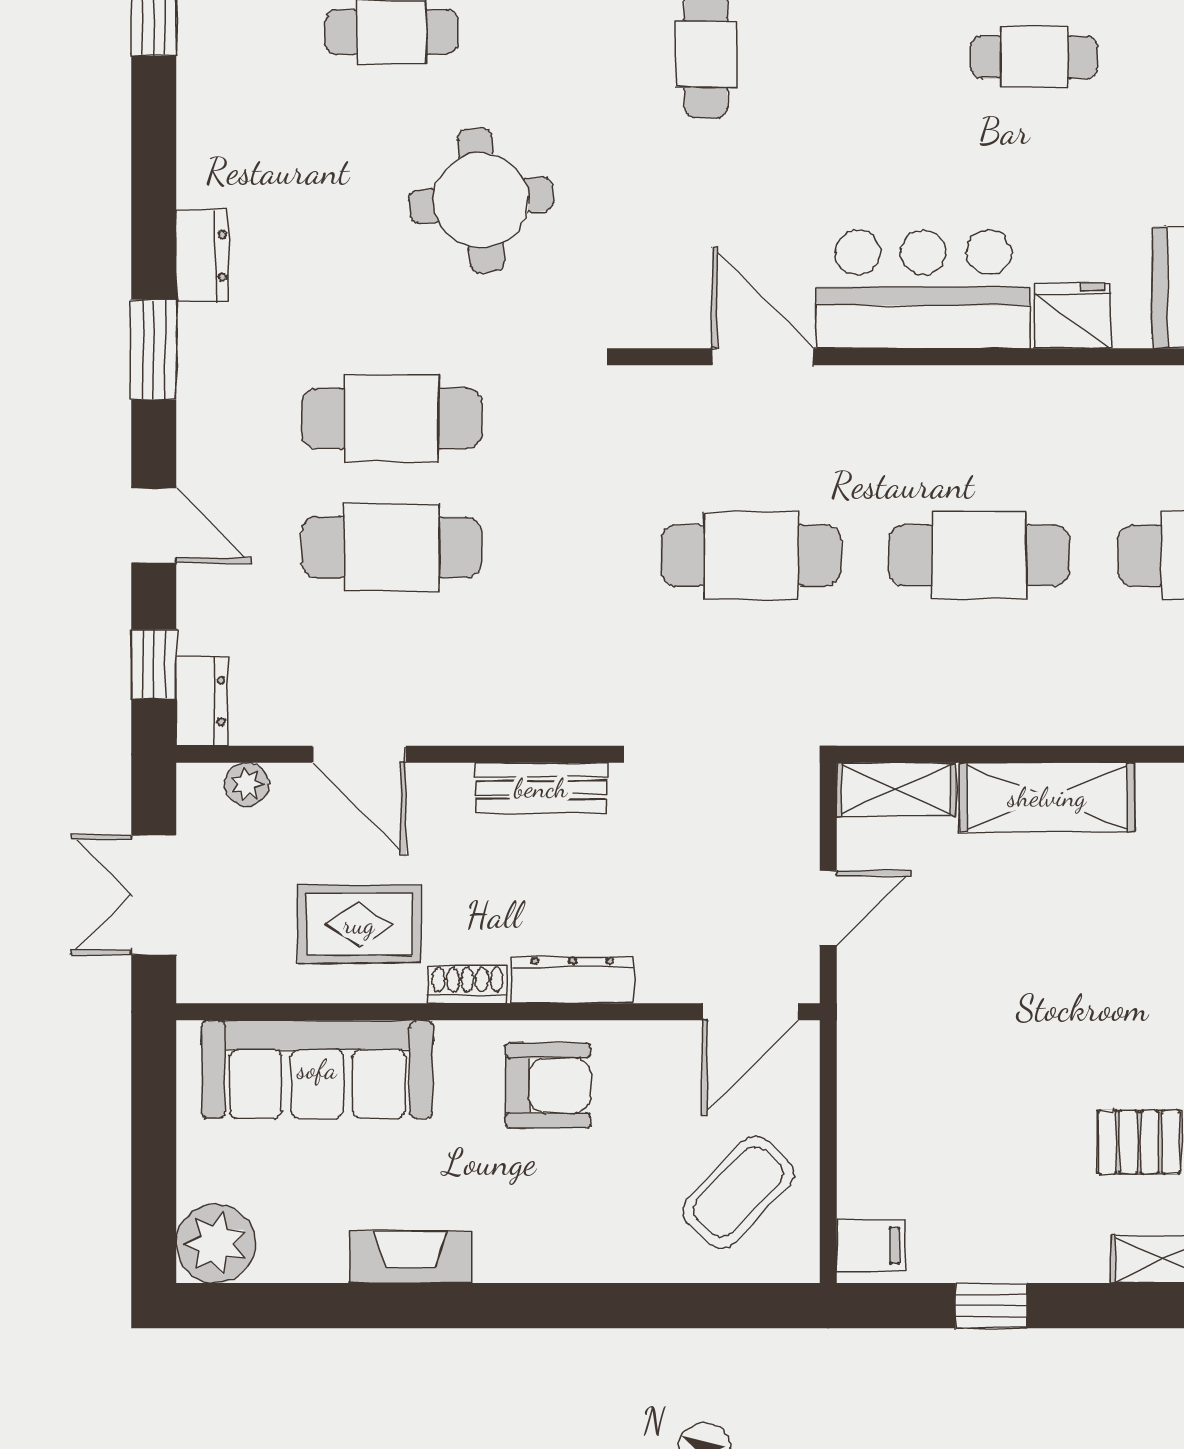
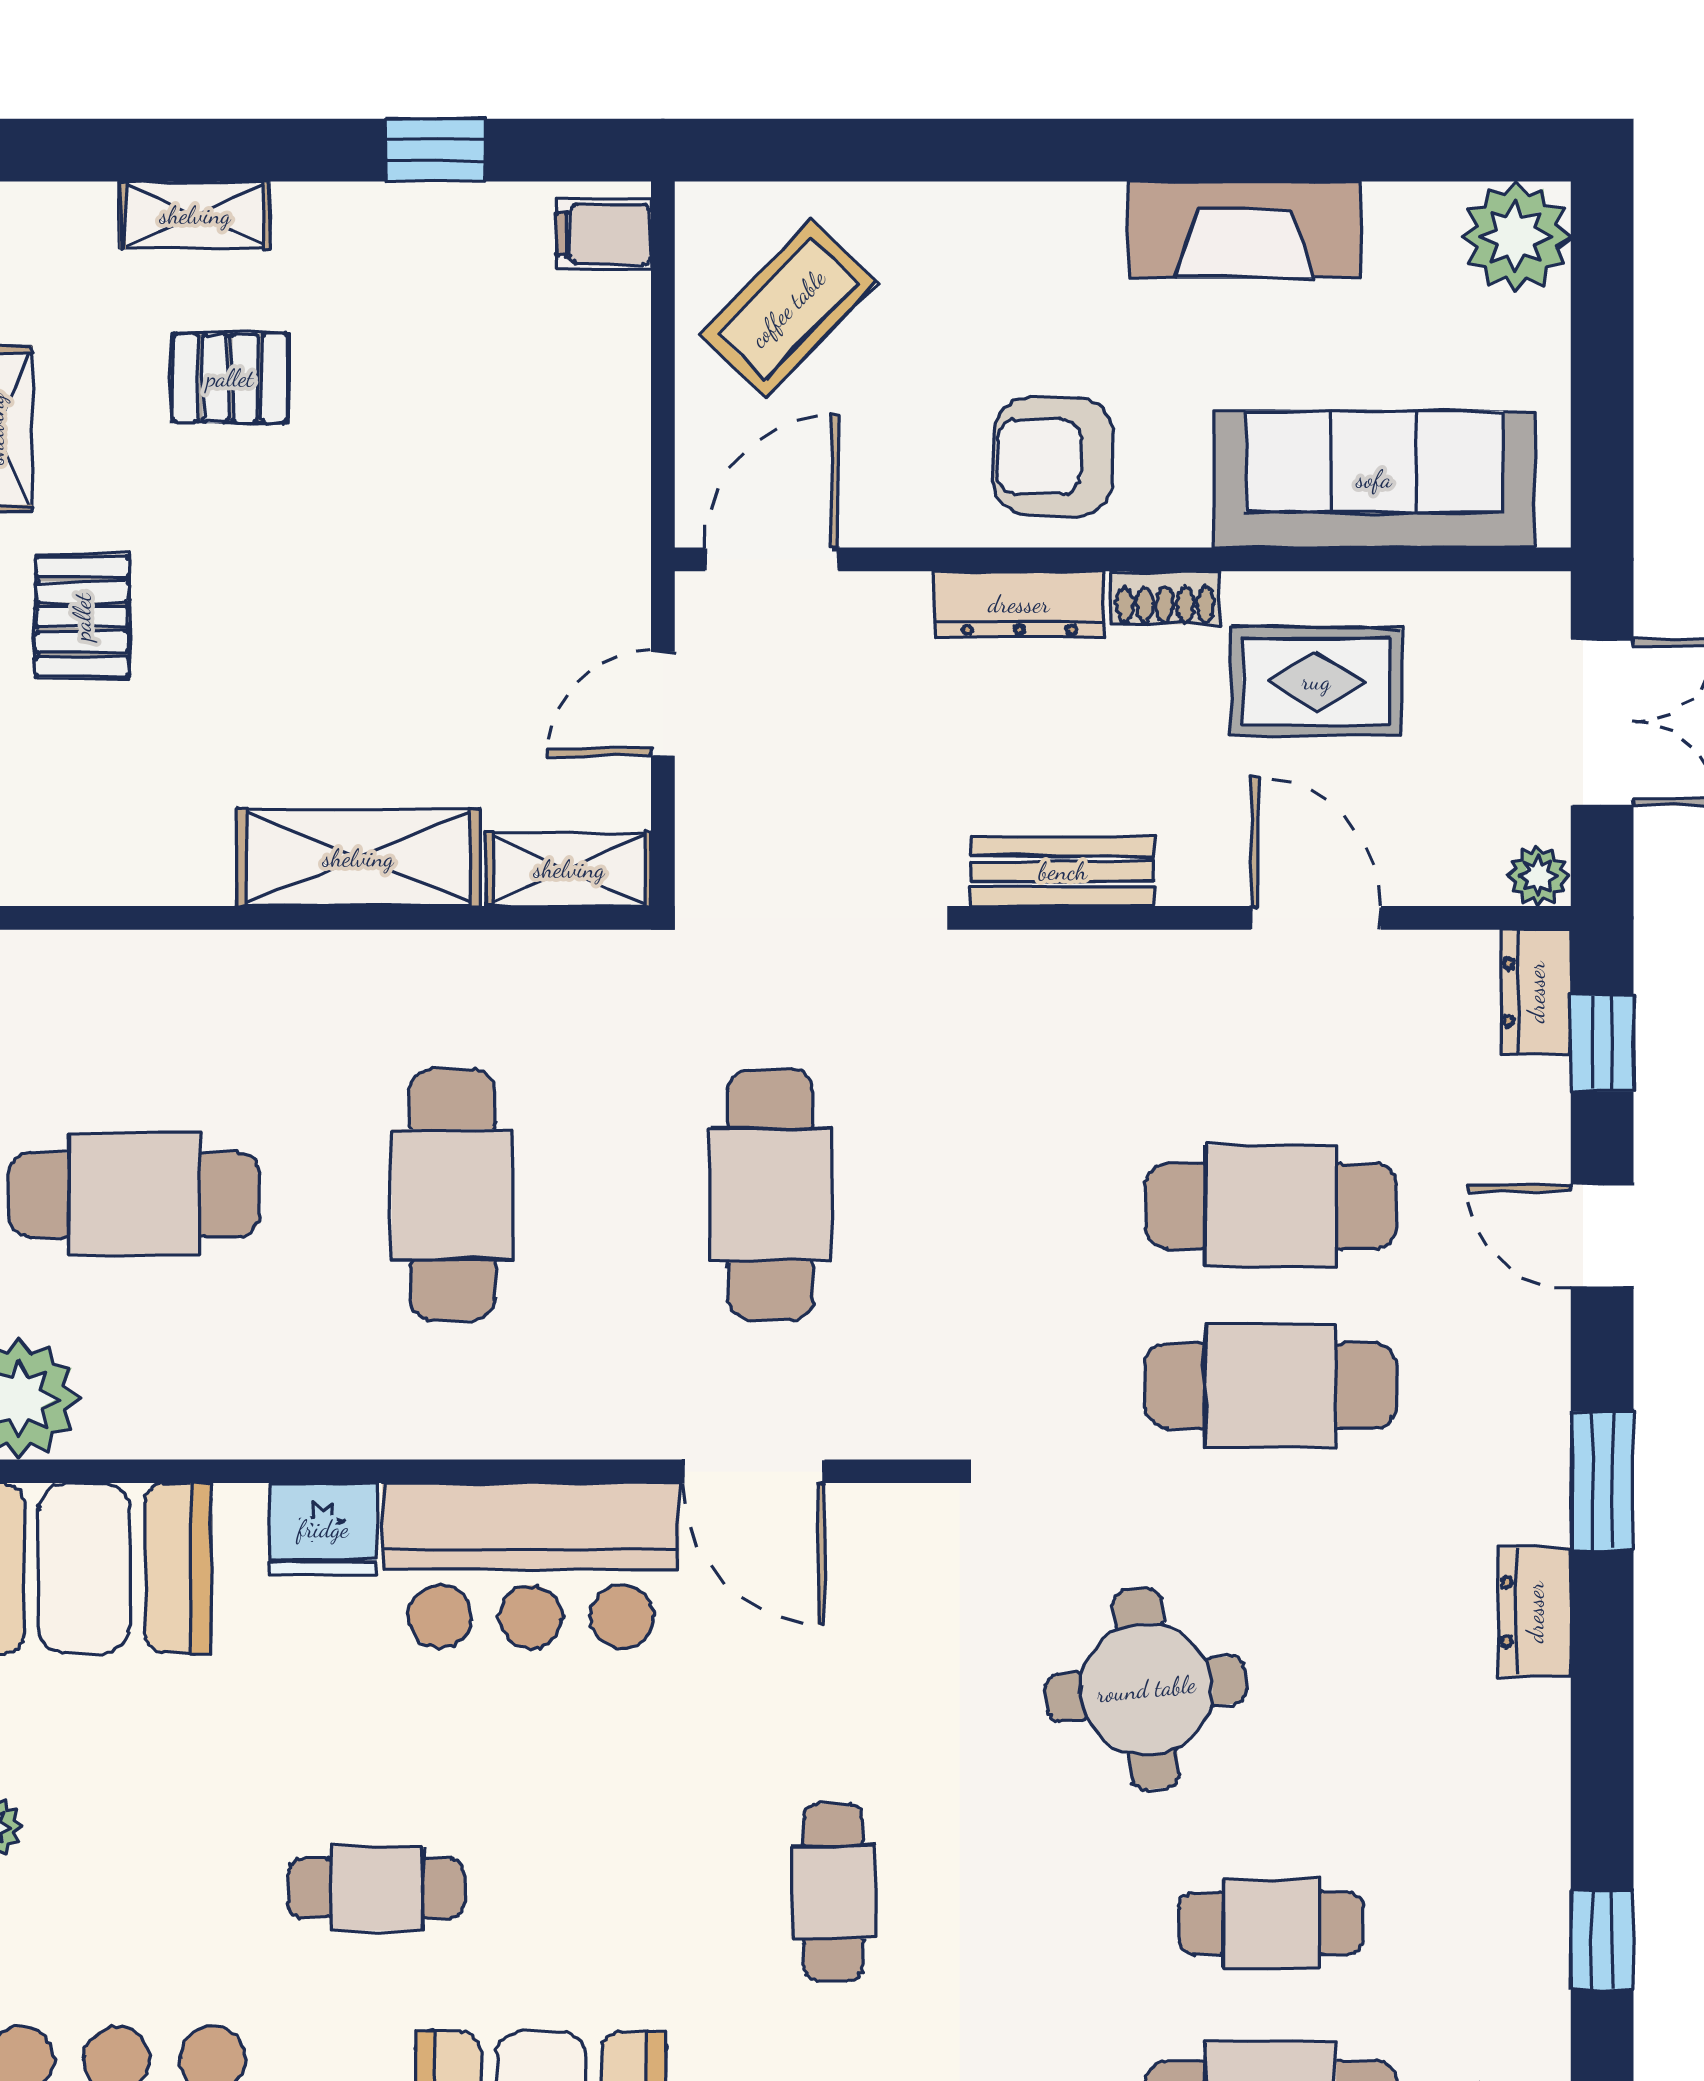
cafe table: (751, 555) -> (771, 1195), turned 90
cafe table: (979, 555) -> (452, 1195), turned 90
plant: (247, 784) -> (1538, 876), moved
fireplace: (411, 1257) -> (1245, 229), width x1.37, depth x1.32

